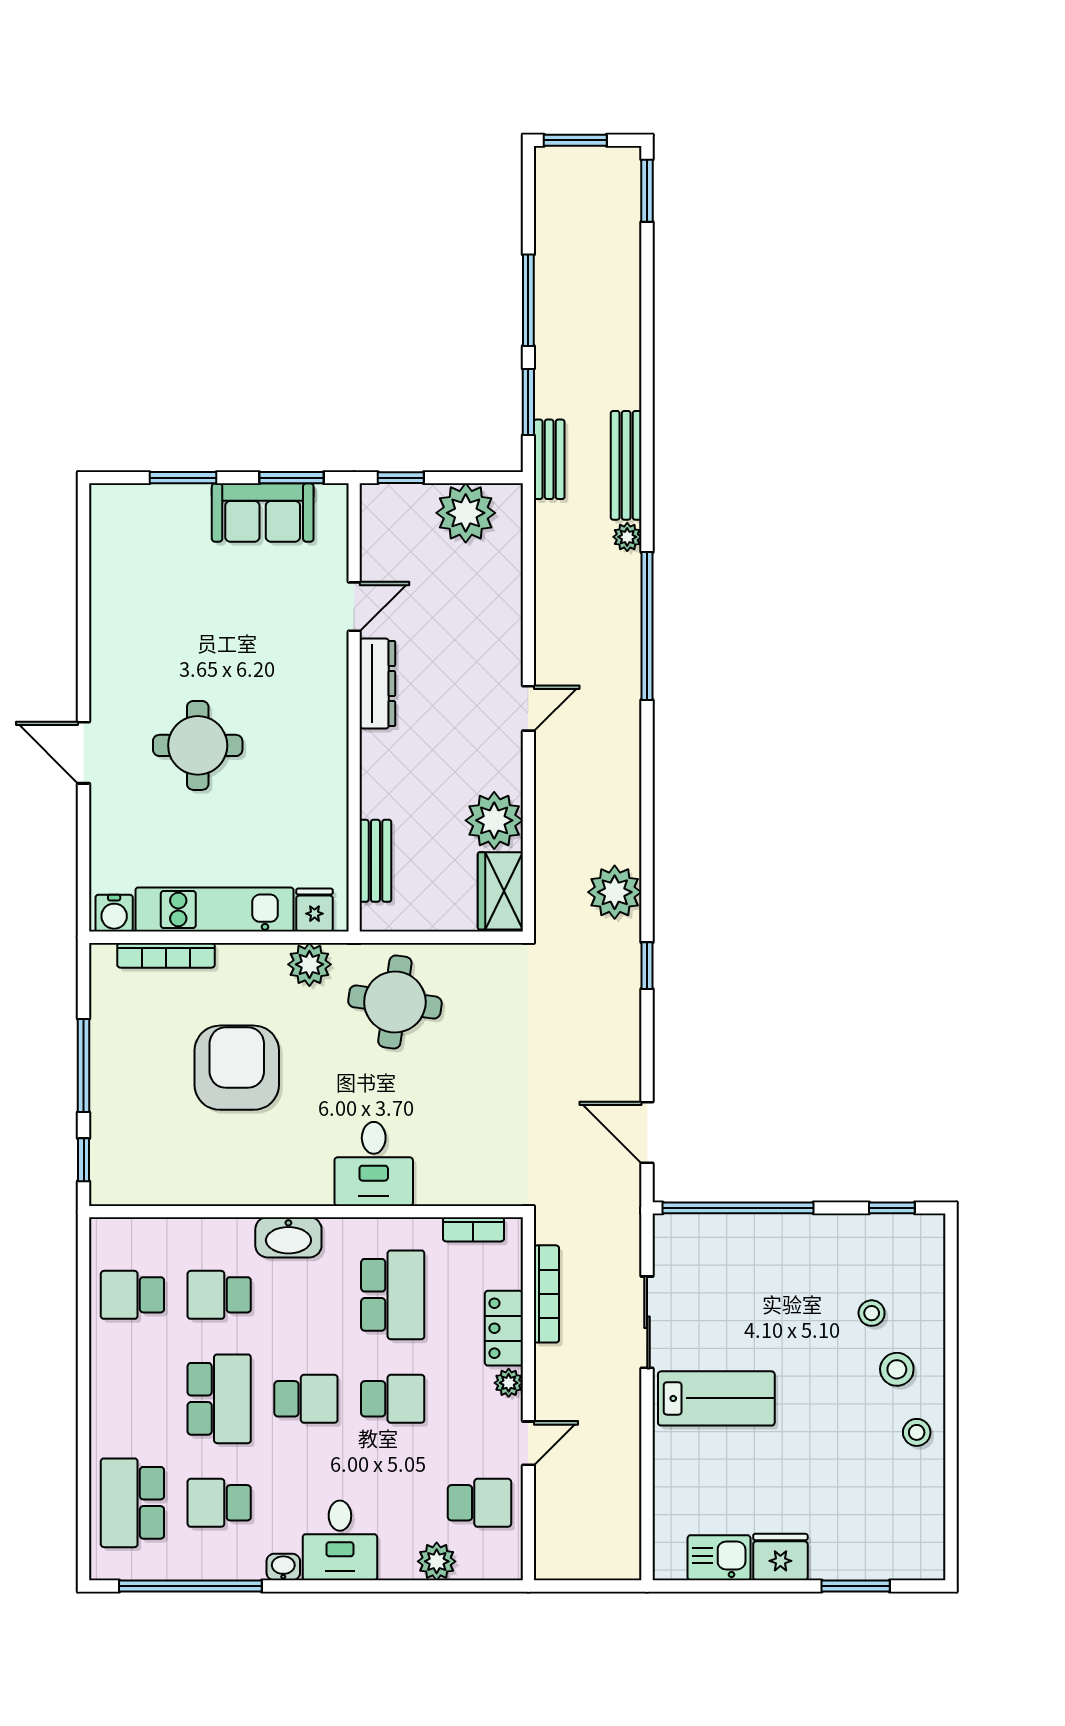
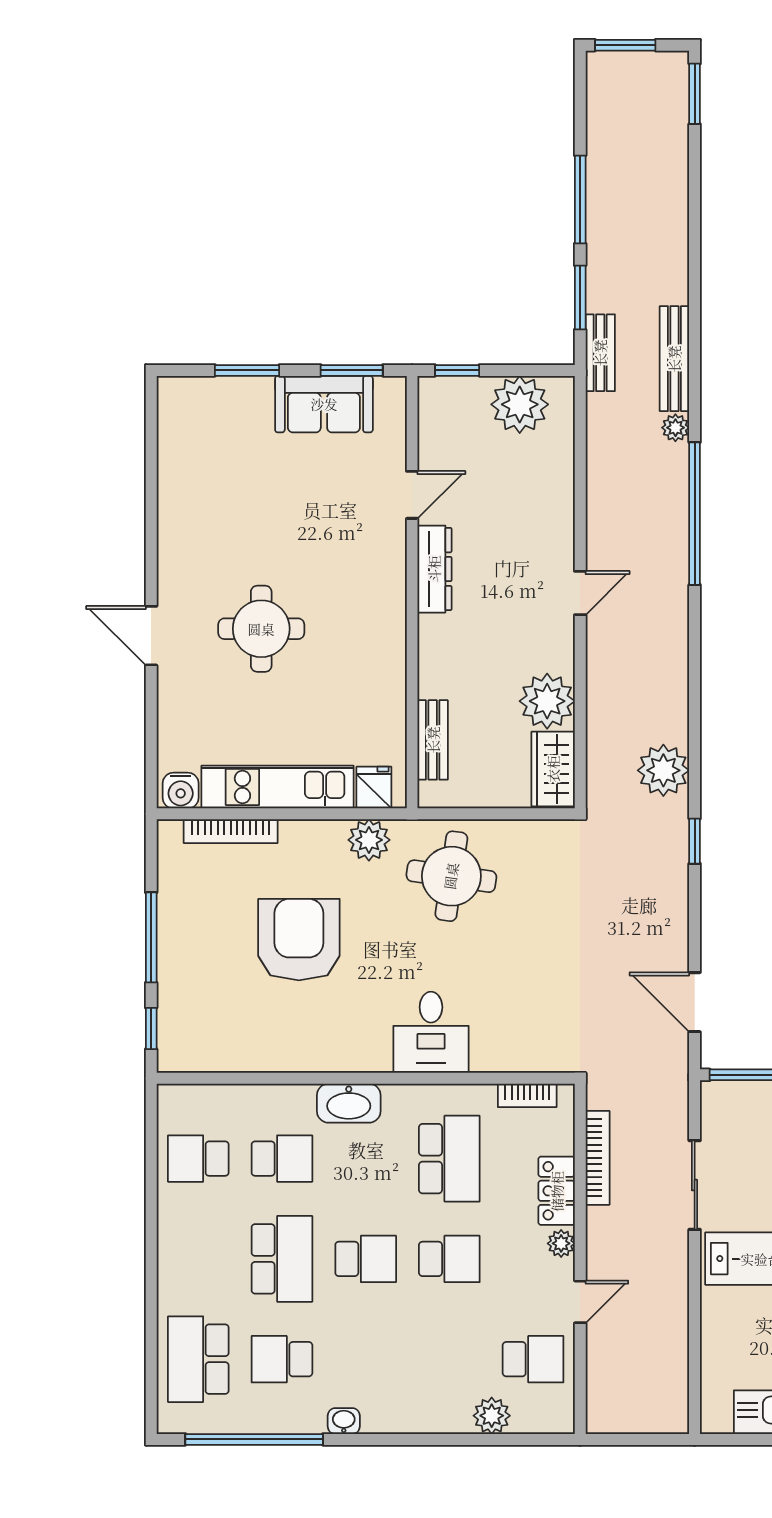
school desk: (219, 1295) -> (282, 1159), turned 180
desk: (340, 1540) -> (398, 1396), removed

